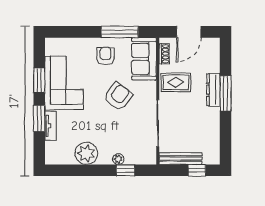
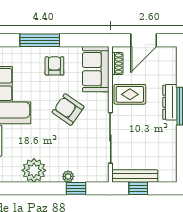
window: (120, 32) -> (40, 40), moved
armchair: (118, 96) -> (68, 109), turned -92
window: (197, 170) -> (138, 188), moved

